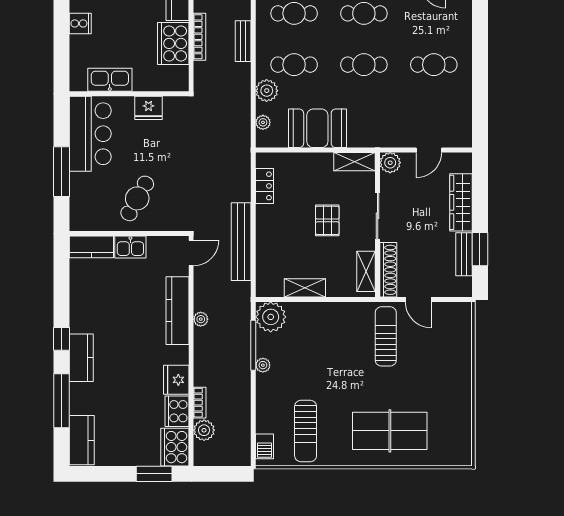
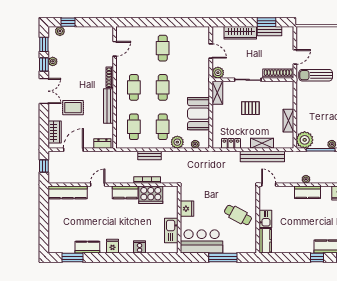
shelving: (366, 271) -> (262, 143), moved
kitchen counter: (177, 311) -> (307, 192), width x0.67

